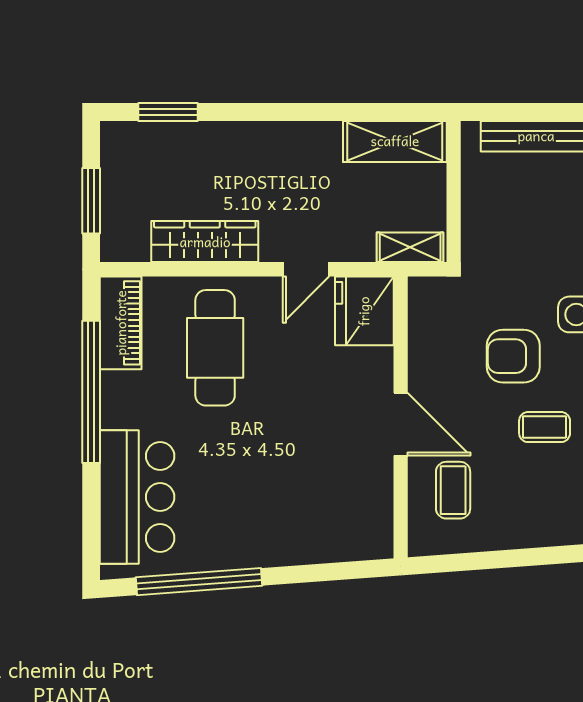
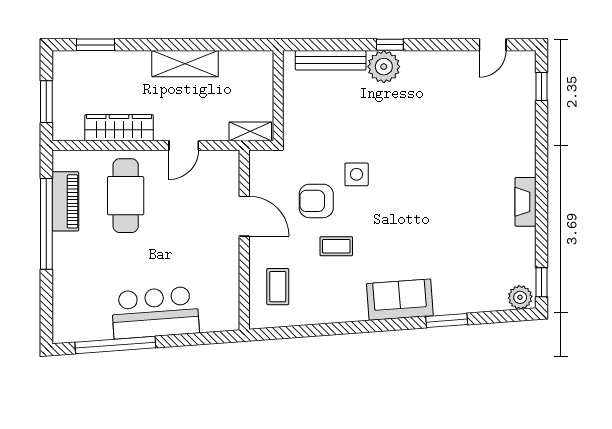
shelving: (395, 141) -> (185, 64), moved
fridge: (364, 311) -> (221, 172), removed
piano: (121, 323) -> (65, 201), moved
door: (401, 424) -> (244, 216), moved
bar counter: (137, 497) -> (155, 313), moved, turned -94

